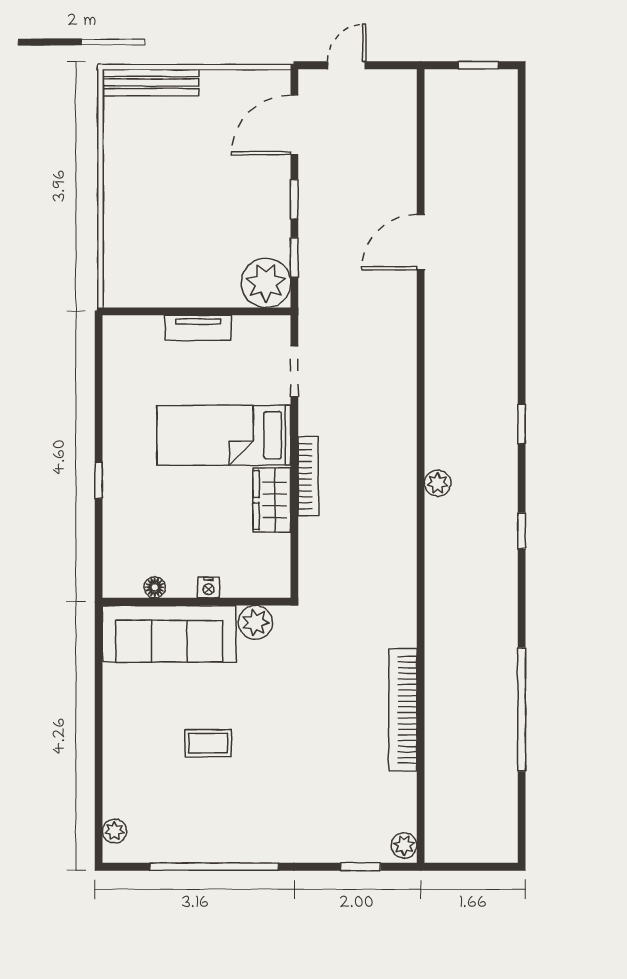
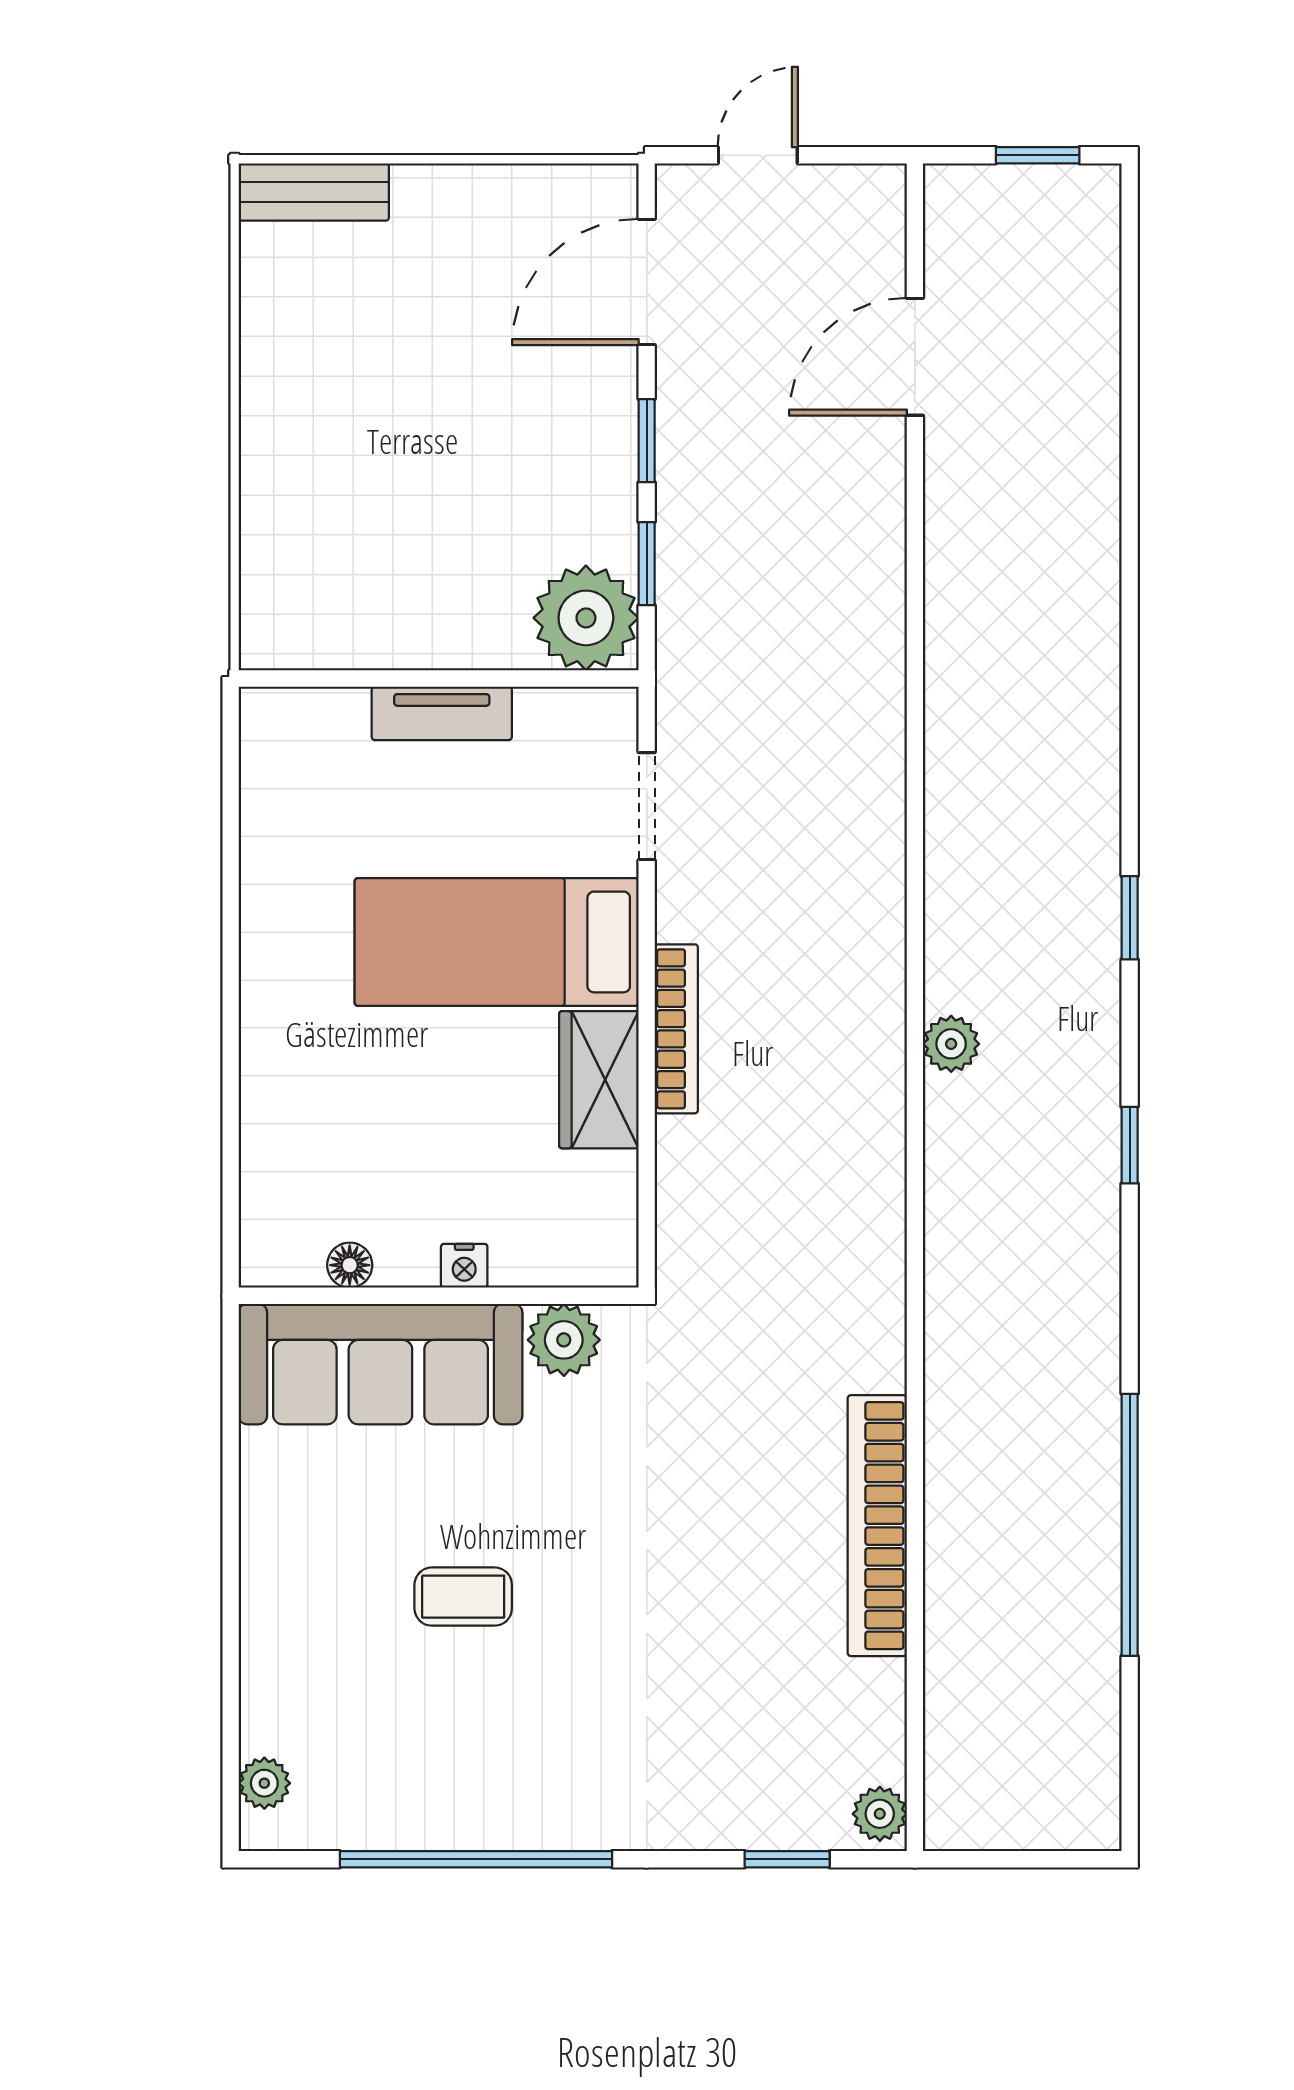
bench: (151, 83) -> (314, 192), width x0.73
door: (421, 242) -> (915, 357), moved
window: (99, 480) -> (231, 1037), removed

